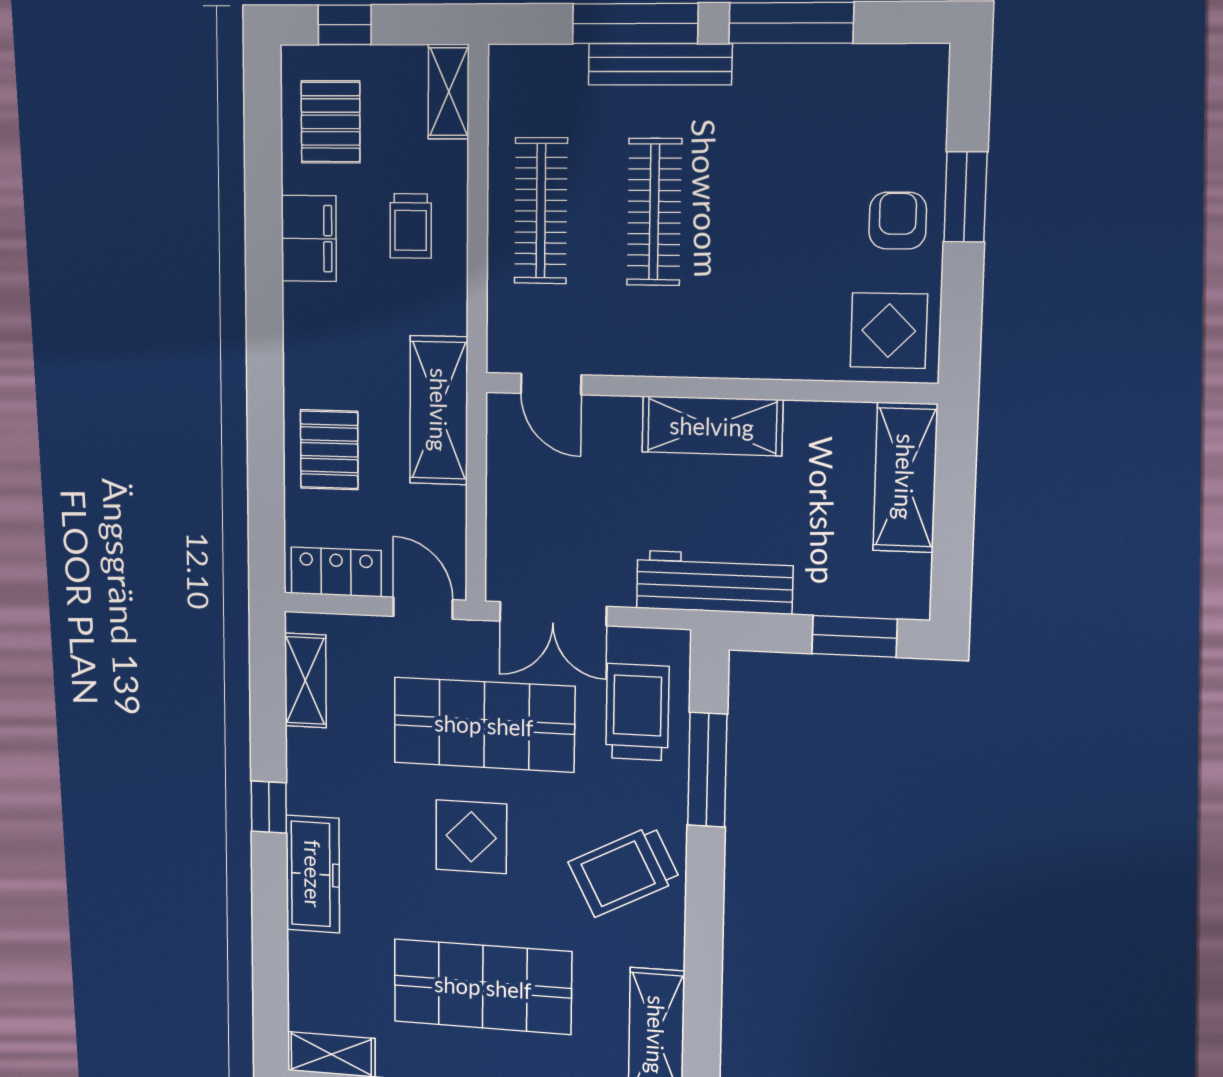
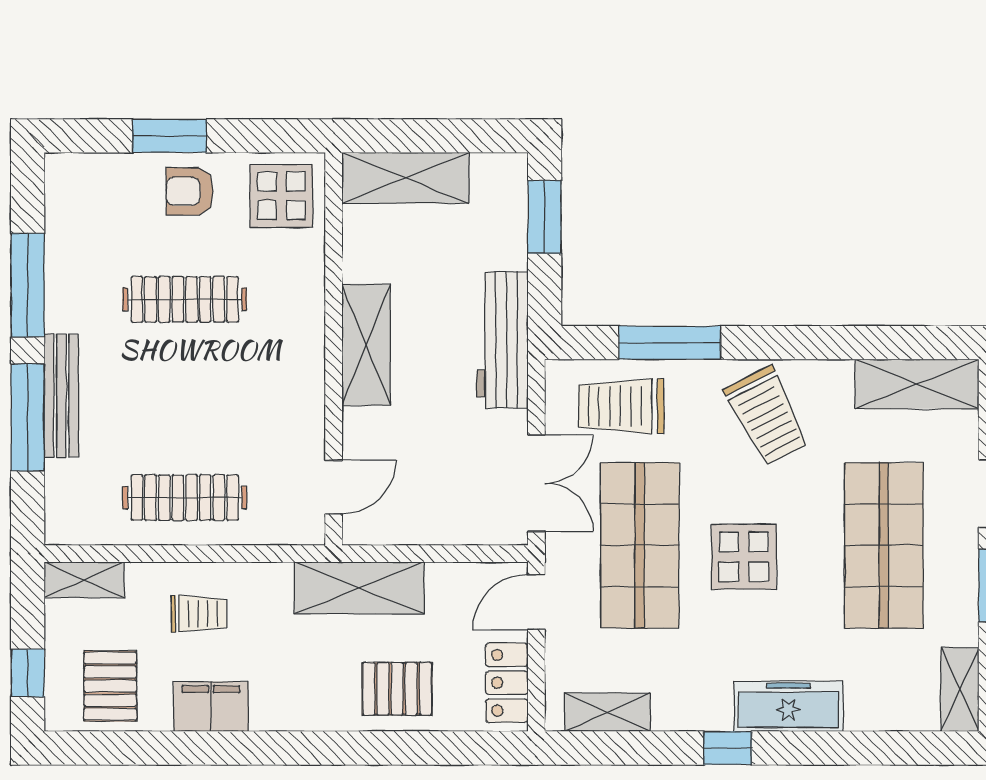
pallet: (331, 122) -> (110, 686), turned 90
clothes rail: (654, 212) -> (185, 299), moved

